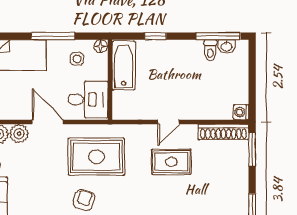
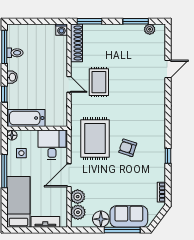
washbasin: (226, 46) -> (12, 77), moved

